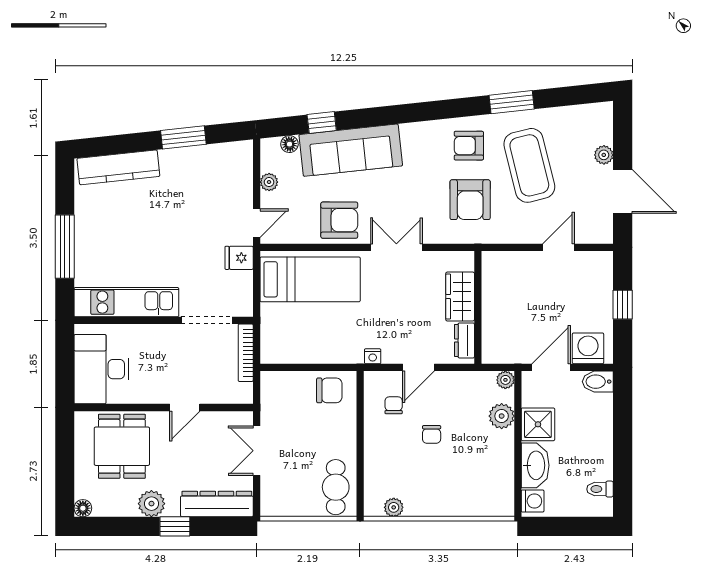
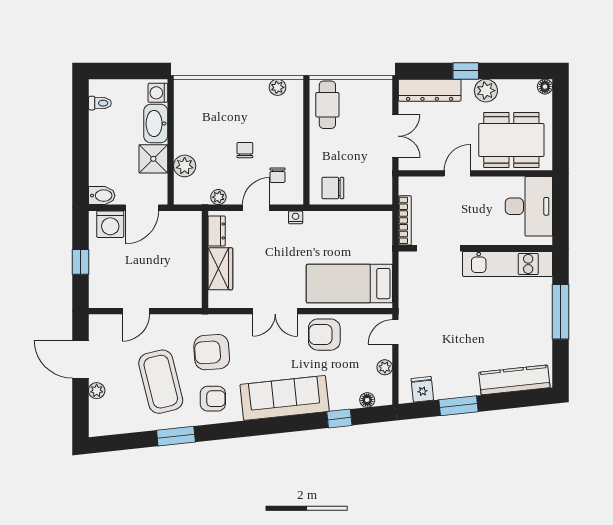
sofa: (351, 150) -> (285, 398), moved
armchair: (470, 200) -> (212, 352), turned -94
fridge: (239, 258) -> (422, 389), moved, turned -96
plant: (505, 380) -> (218, 197), moved
dining table: (122, 446) -> (511, 140), width x1.38

